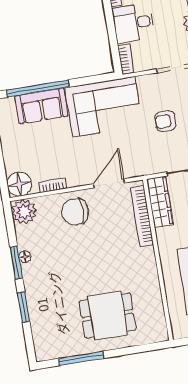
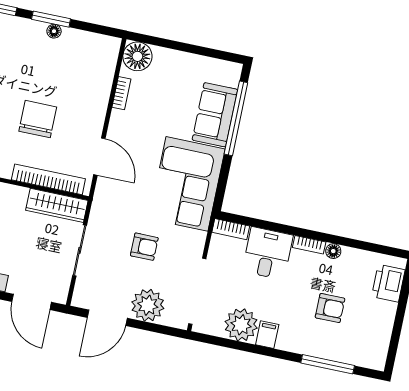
armchair: (166, 121) -> (144, 247), turned 90
plant: (24, 212) -> (105, 50), removed
chair: (75, 212) -> (38, 119), moved

